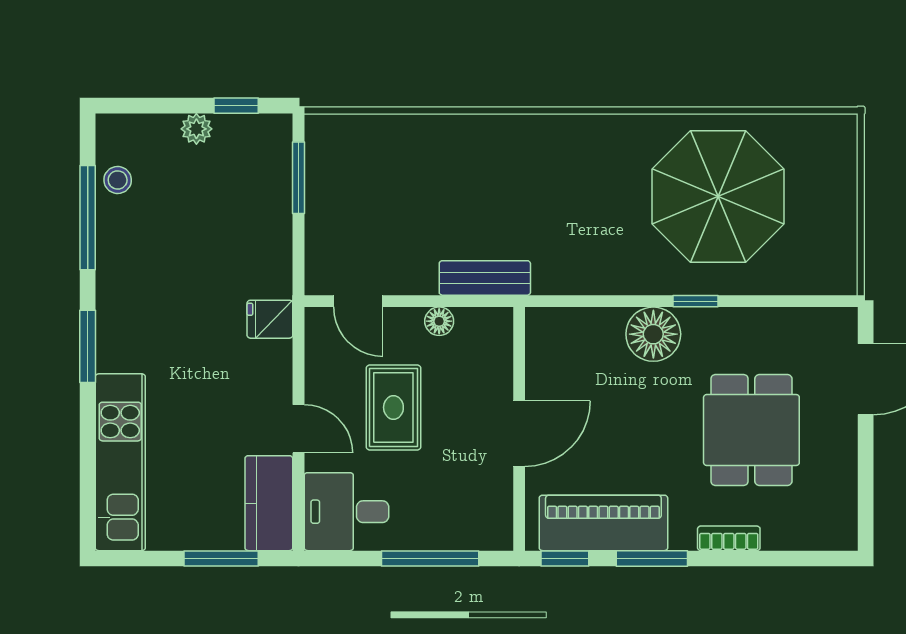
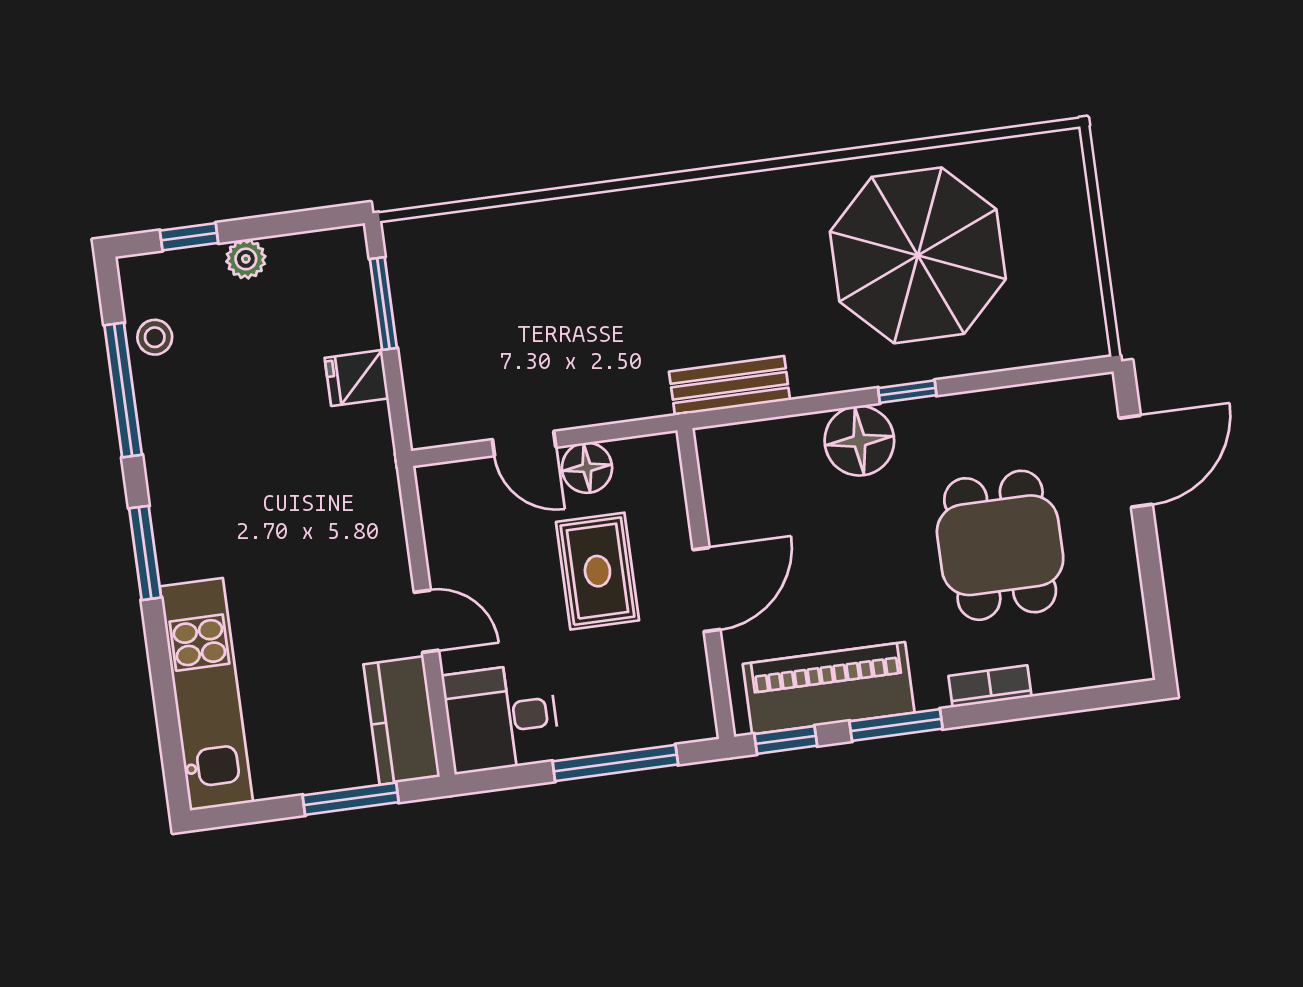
window: (236, 106) -> (189, 237), moved
bench: (485, 278) -> (730, 386), moved
door: (358, 301) -> (524, 443), moved
fridge: (270, 319) -> (357, 378), moved
floor lamp: (439, 321) -> (587, 468), width x1.37, depth x1.37
rug: (393, 407) -> (597, 571), moved

